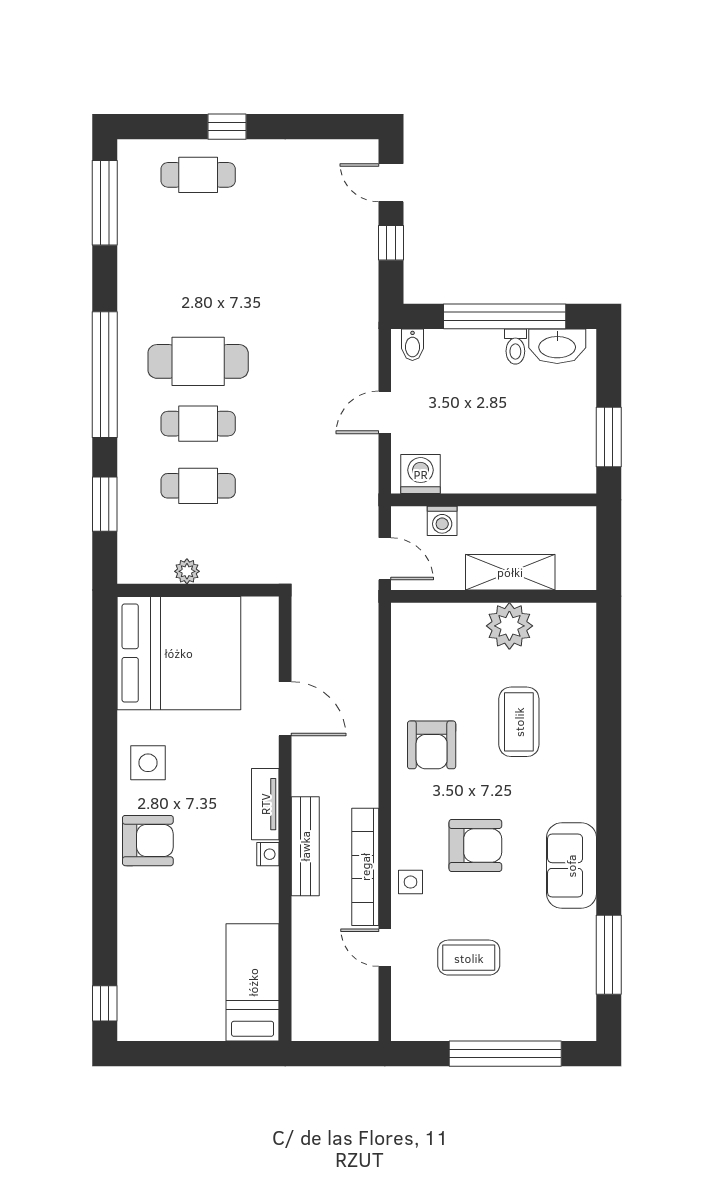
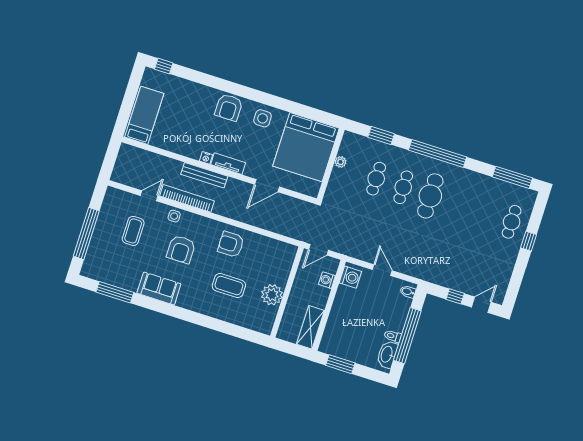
shelving: (510, 572) -> (310, 327), moved
bed: (253, 982) -> (144, 115), moved, turned -90

